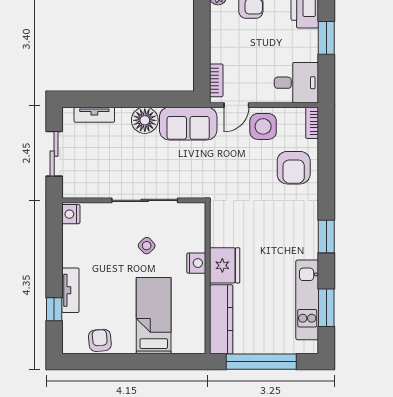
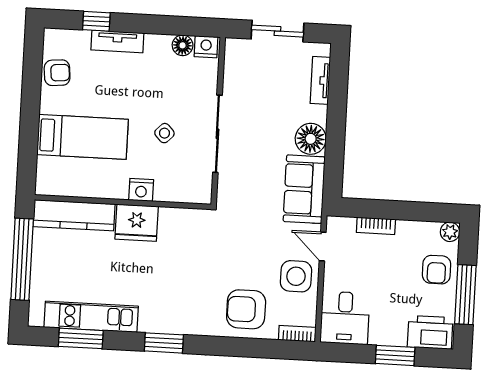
bookcase: (216, 80) -> (376, 226), moved
floor lamp: (71, 234) -> (183, 45), added

